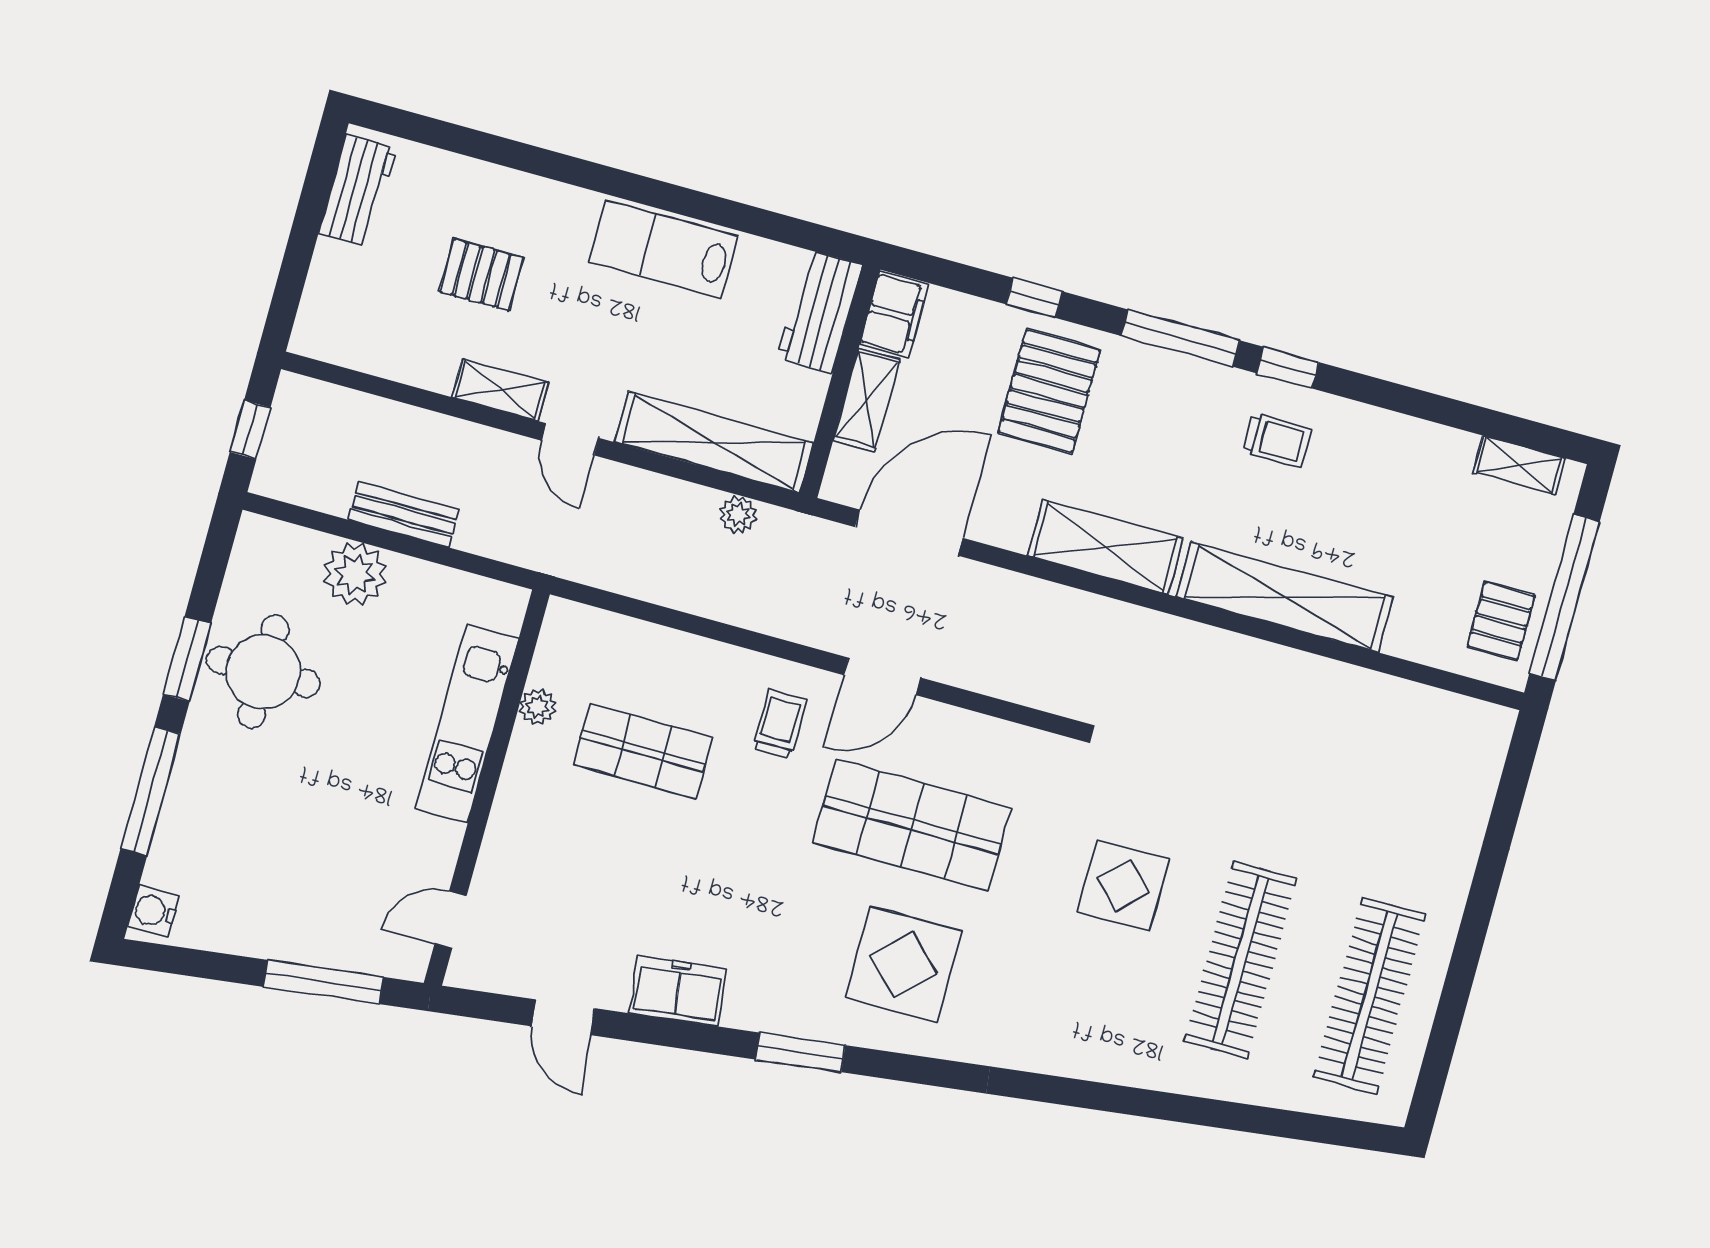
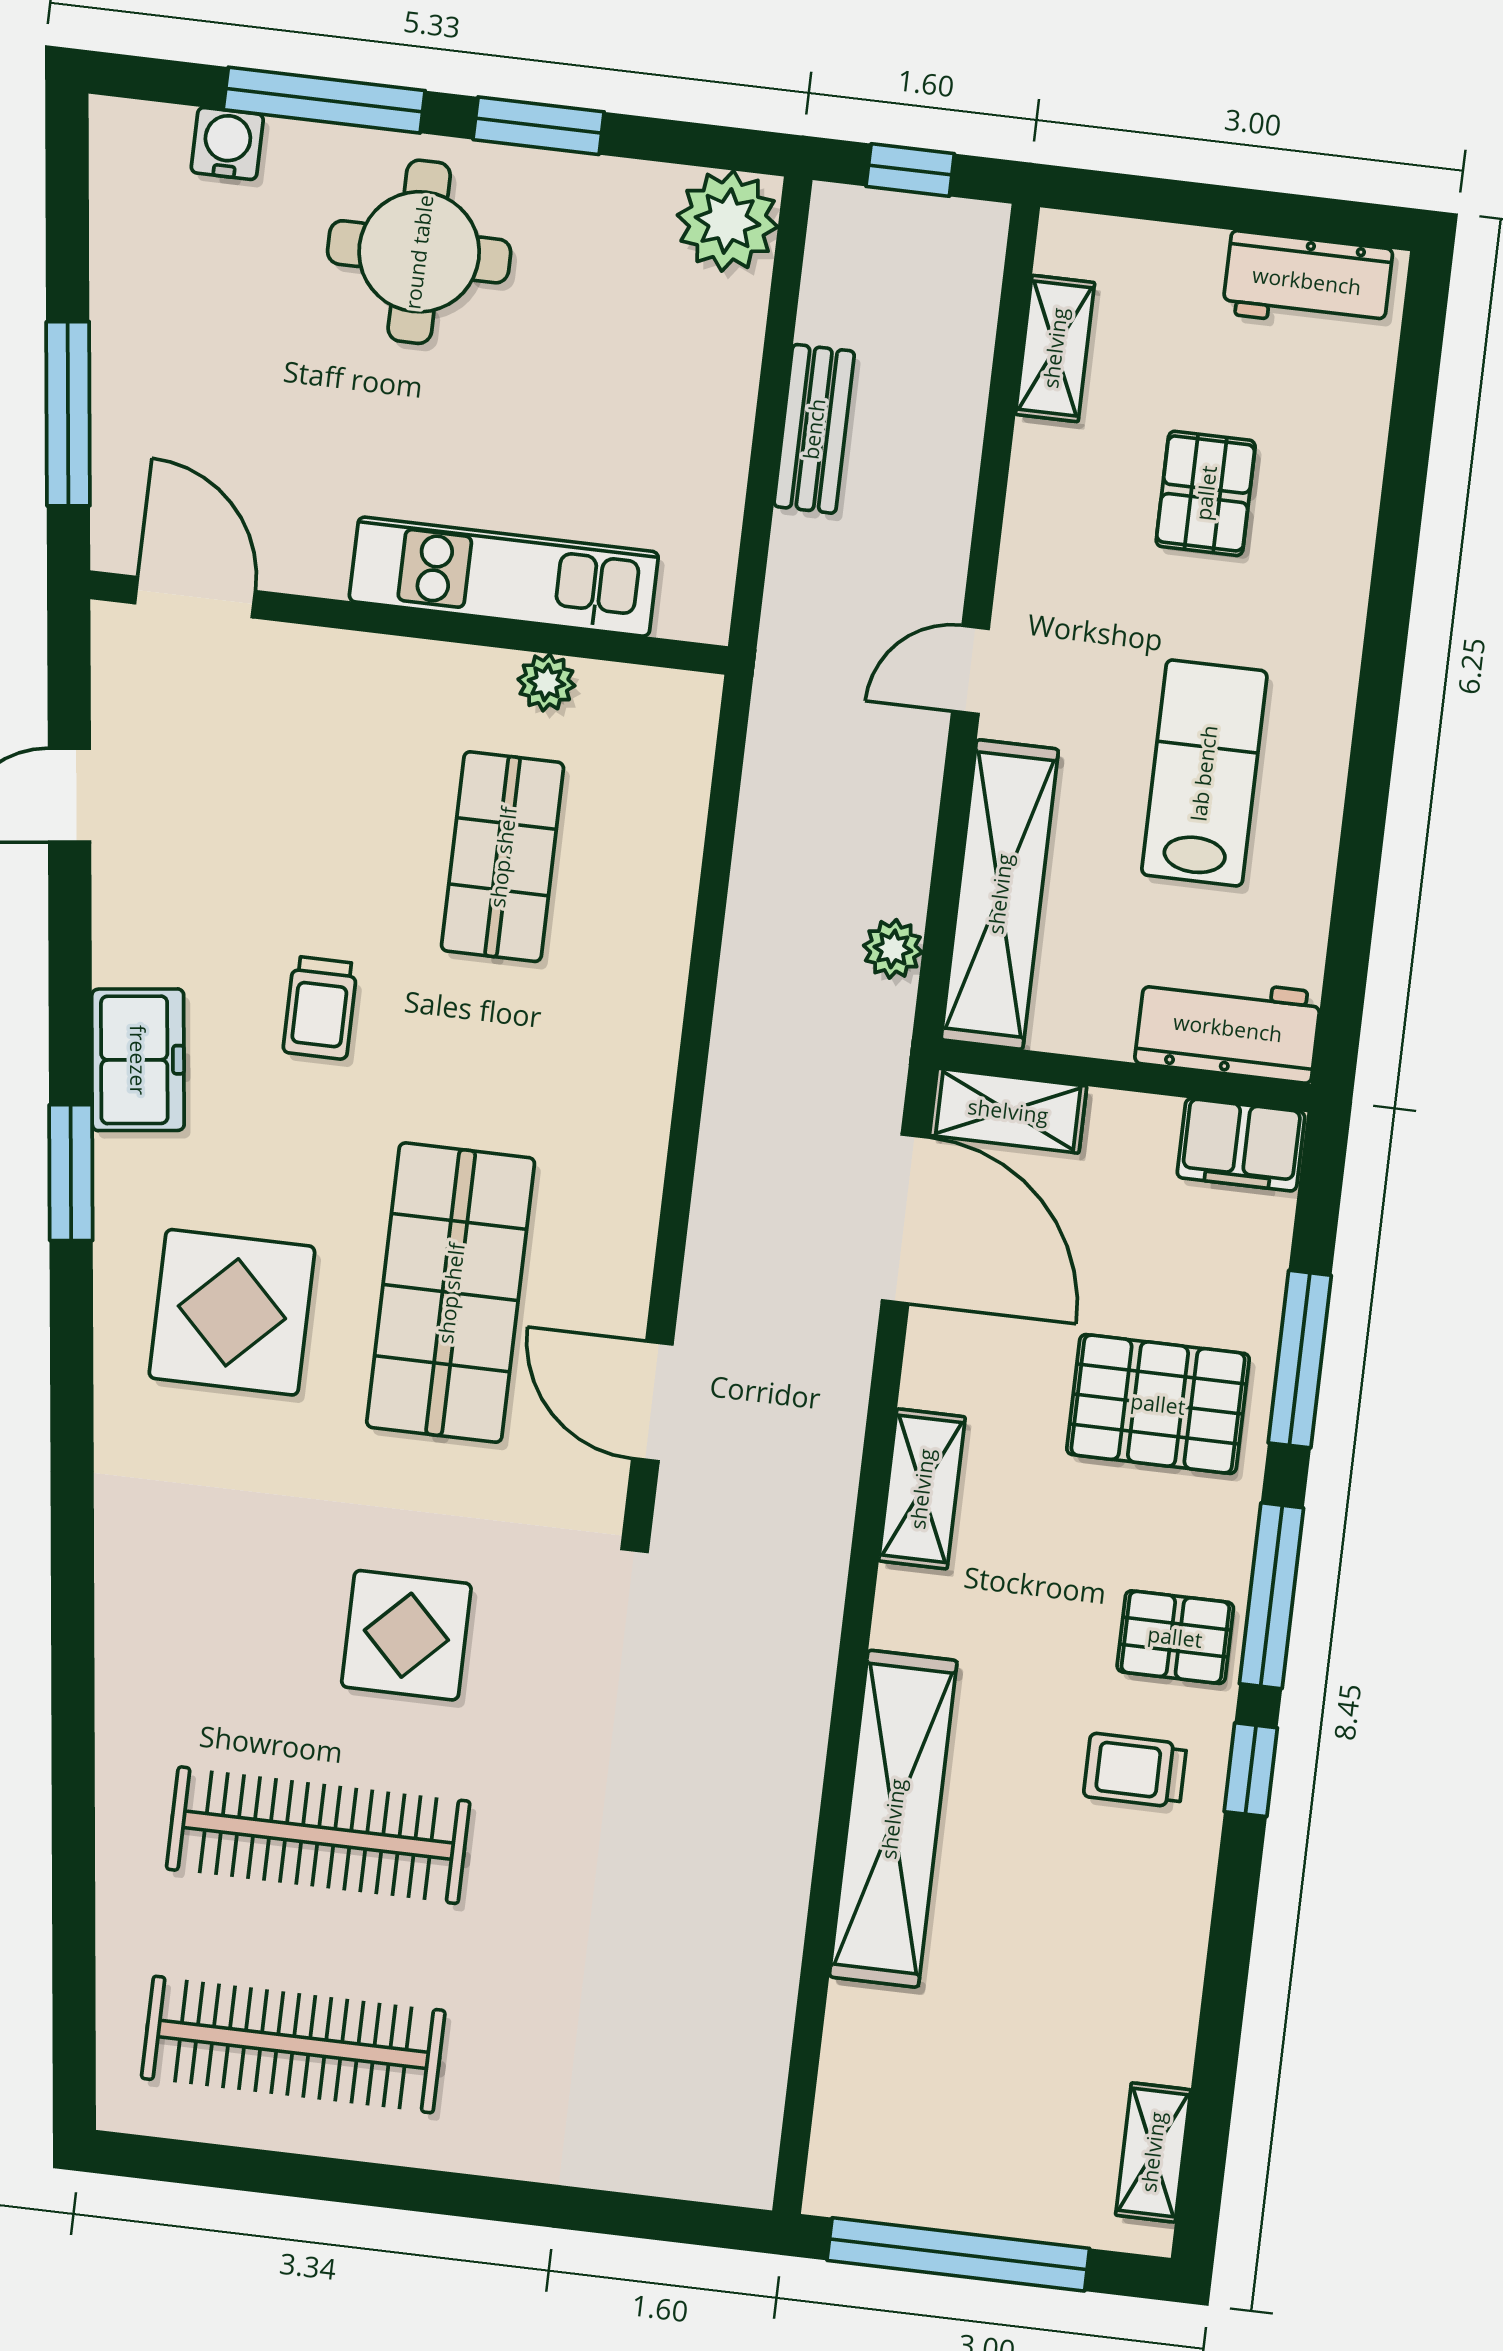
lab bench: (663, 249) -> (1204, 773), moved
window: (1034, 298) -> (1300, 1359), width x2.17
shelving: (500, 390) -> (1055, 348), moved
shelving: (867, 400) -> (1008, 1111), moved
trolley: (1277, 440) -> (1135, 1770), turned 90
shelving: (1105, 547) -> (922, 1489), width x0.67, depth x0.75
plant: (355, 574) -> (728, 221), moved
pallet: (1501, 621) -> (1175, 1637), moved
round table: (263, 672) -> (419, 252), moved
door: (882, 676) -> (652, 1401), moved
trolley: (780, 724) -> (320, 1008), moved, turned 90
water cooler: (153, 911) -> (227, 143), moved
door: (451, 920) -> (195, 597), width x1.38
freezer: (678, 991) -> (138, 1060), moved

